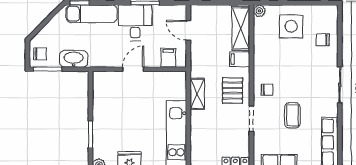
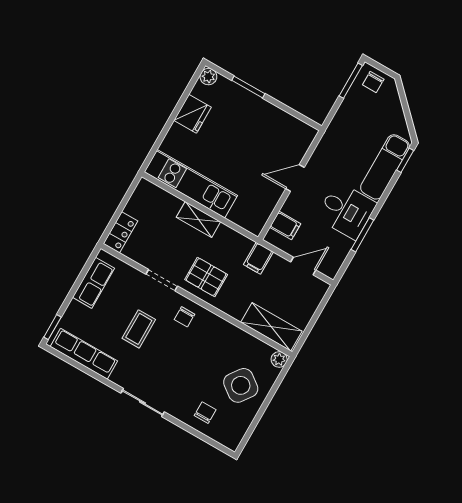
side table: (291, 26) -> (241, 385), turned 36
washbasin: (74, 59) -> (346, 117), removed
filing cabinet: (240, 59) -> (258, 258), moved, turned 180
door: (133, 69) -> (295, 178), swing flipped
shelving: (197, 94) -> (198, 219), moved
coffee table: (292, 115) -> (139, 329), turned 90

